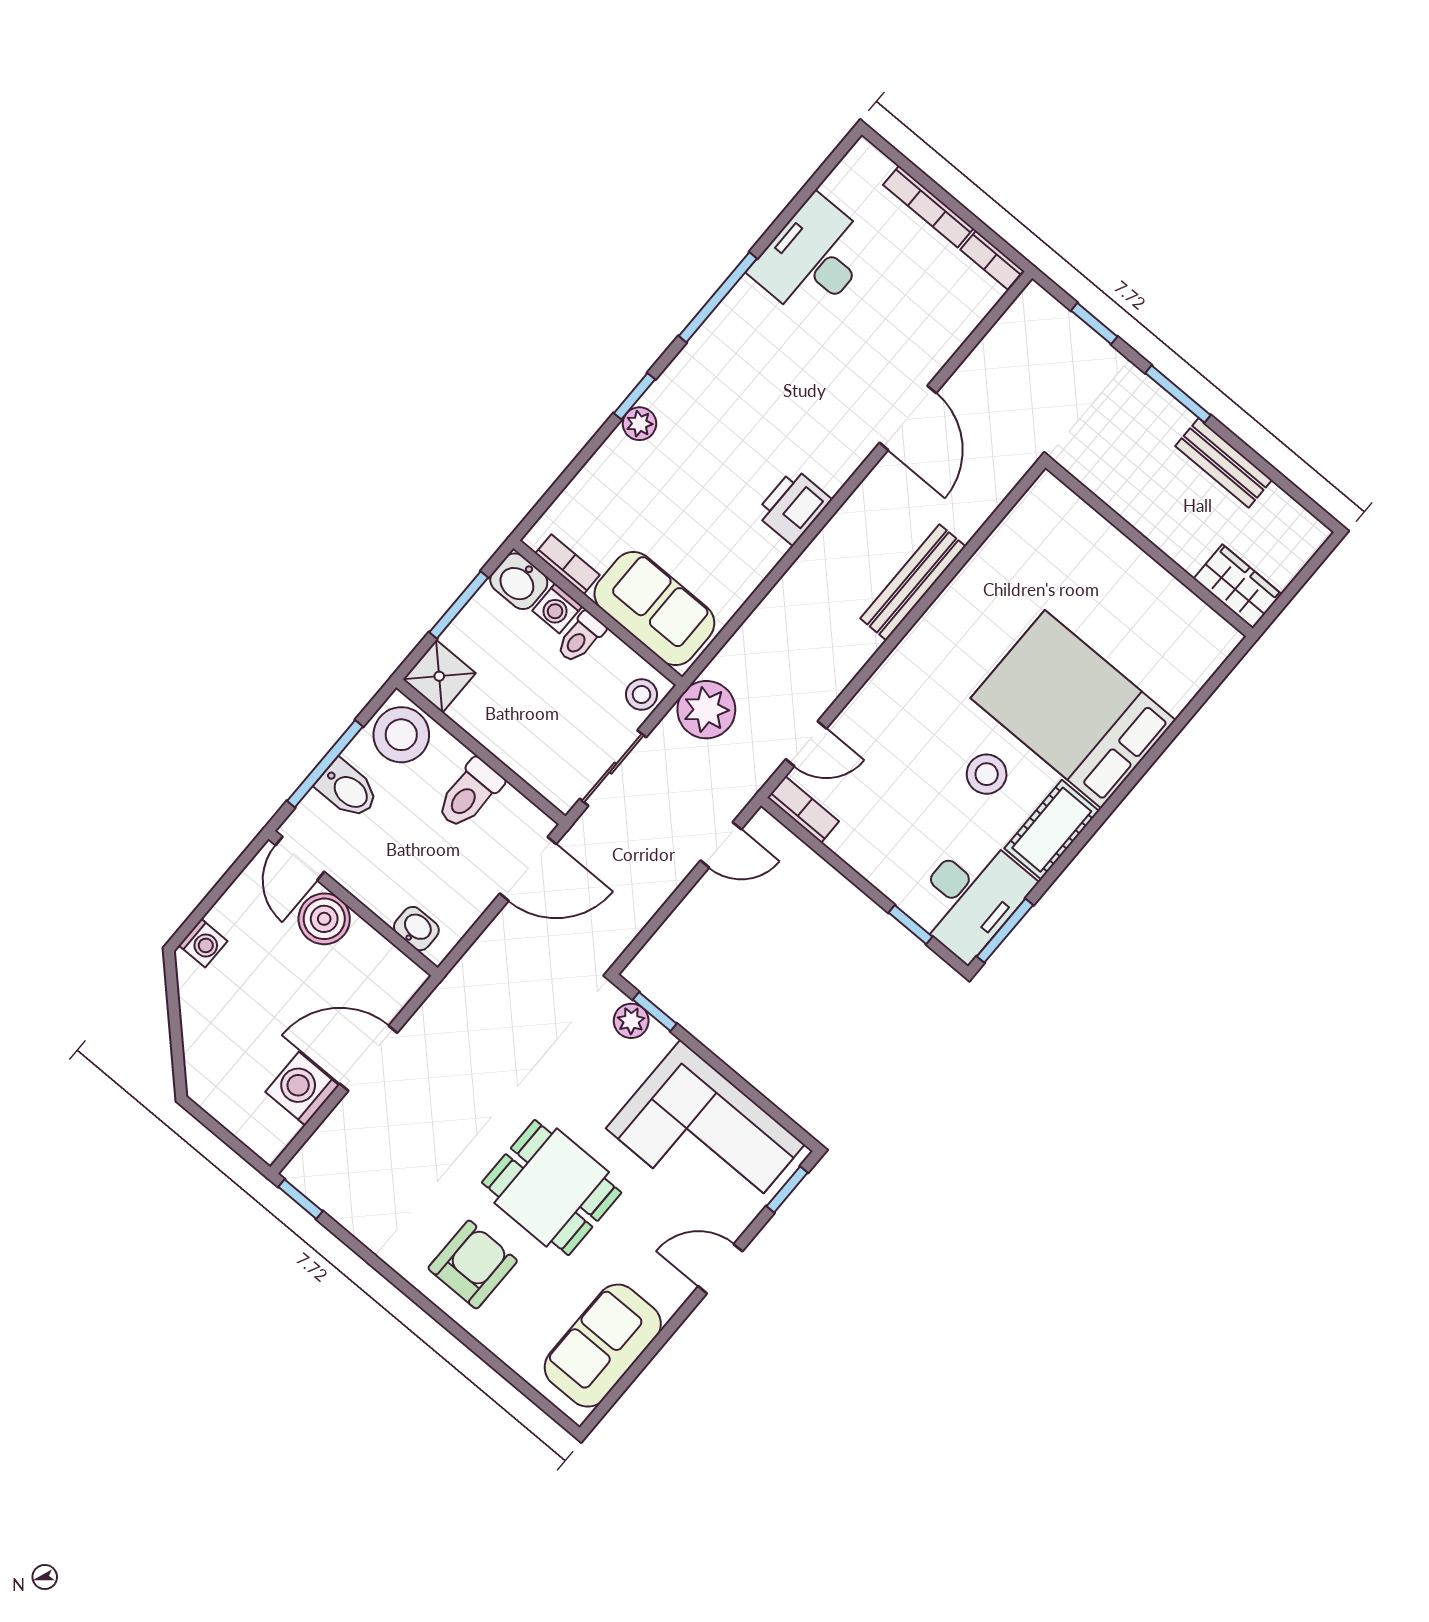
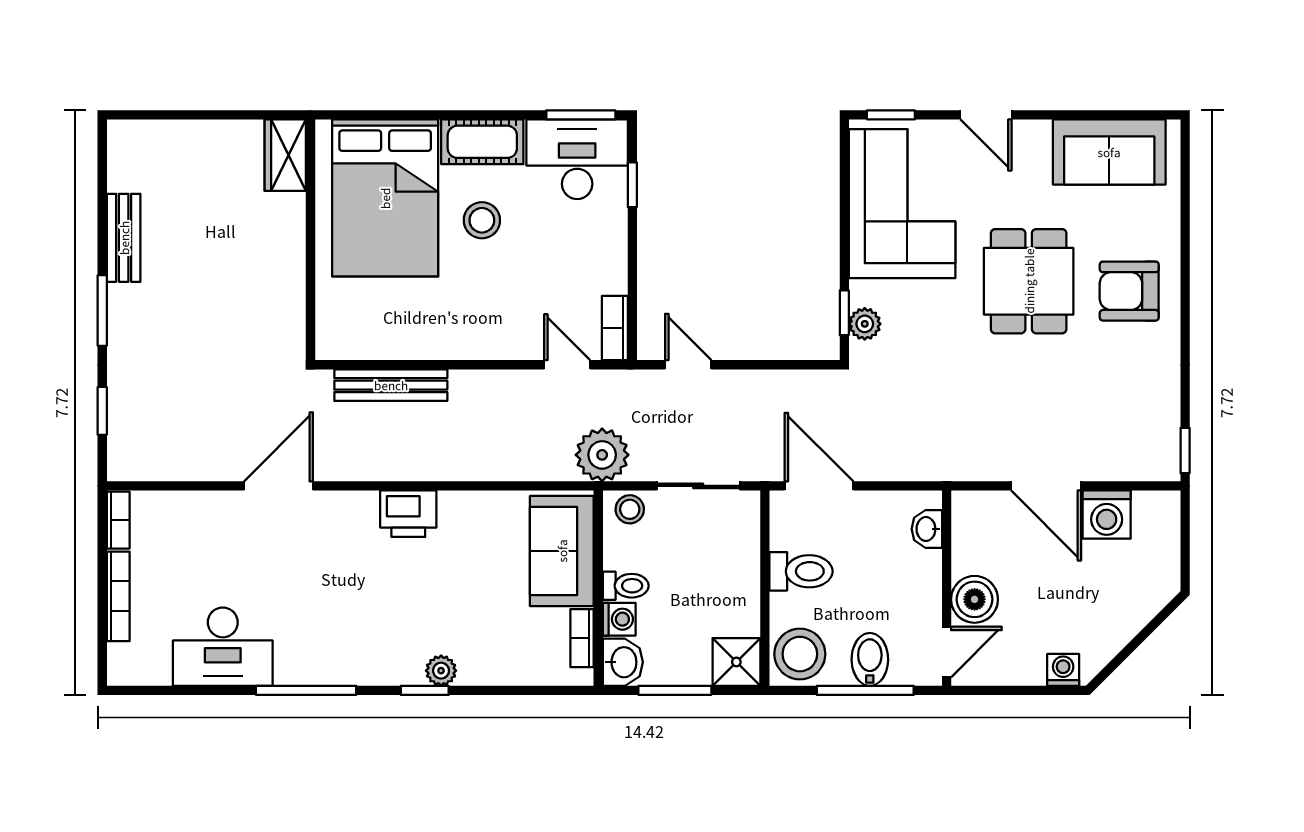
wall: (1149, 548) -> (310, 240), moved
wardrobe: (1238, 586) -> (285, 155), moved

